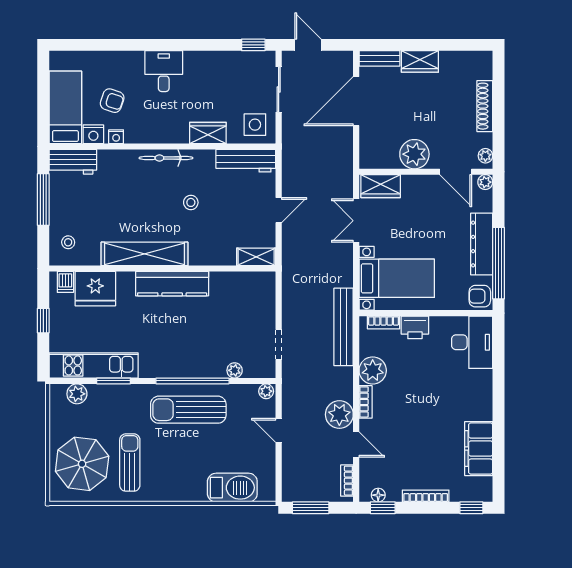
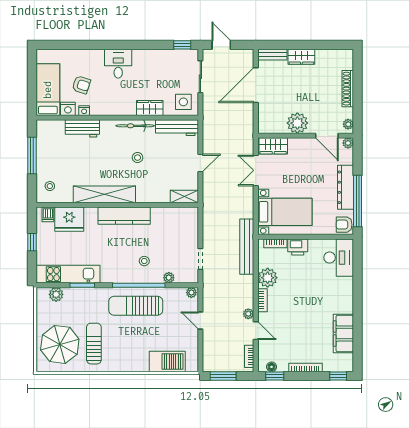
bicycle: (166, 158) -> (135, 126), moved
workbench: (73, 162) -> (82, 128), moved
stool: (200, 347) -> (144, 261), added
plant: (339, 415) -> (248, 314), width x0.53, depth x0.53

